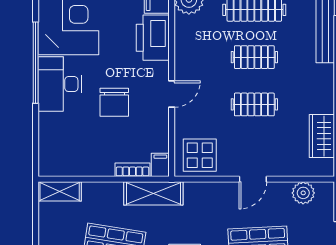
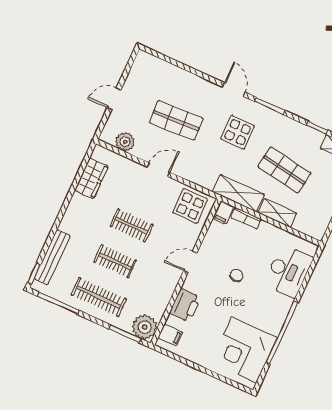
printer: (153, 38) -> (185, 305), width x0.73, depth x0.84
desk: (60, 84) -> (288, 271), moved
chair: (114, 102) -> (236, 275), width x0.54, depth x0.54
shelving: (60, 191) -> (277, 213), moved

